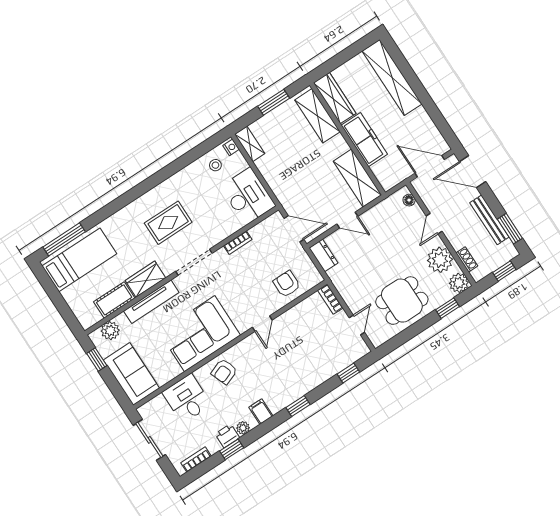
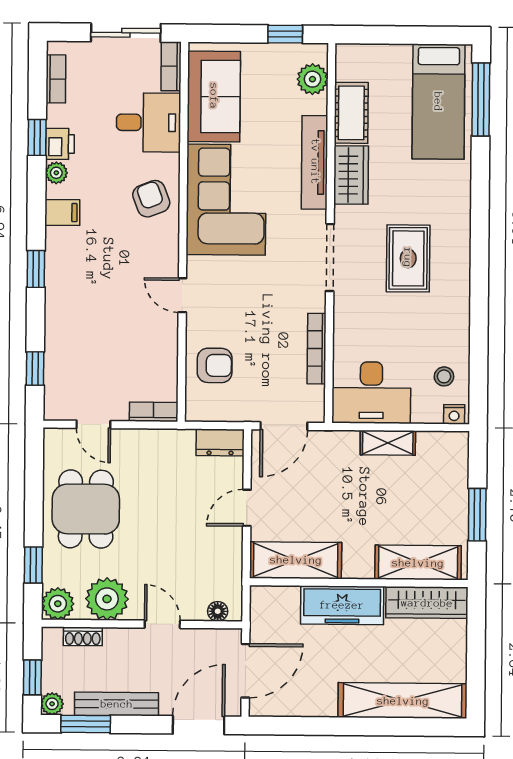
shelving: (250, 144) -> (388, 443), moved
bookcase: (238, 243) -> (317, 349), width x1.56
plant: (511, 252) -> (52, 704), added
sofa: (131, 374) -> (214, 96), moved, turned -90
bookcase: (151, 406) -> (171, 66), added

